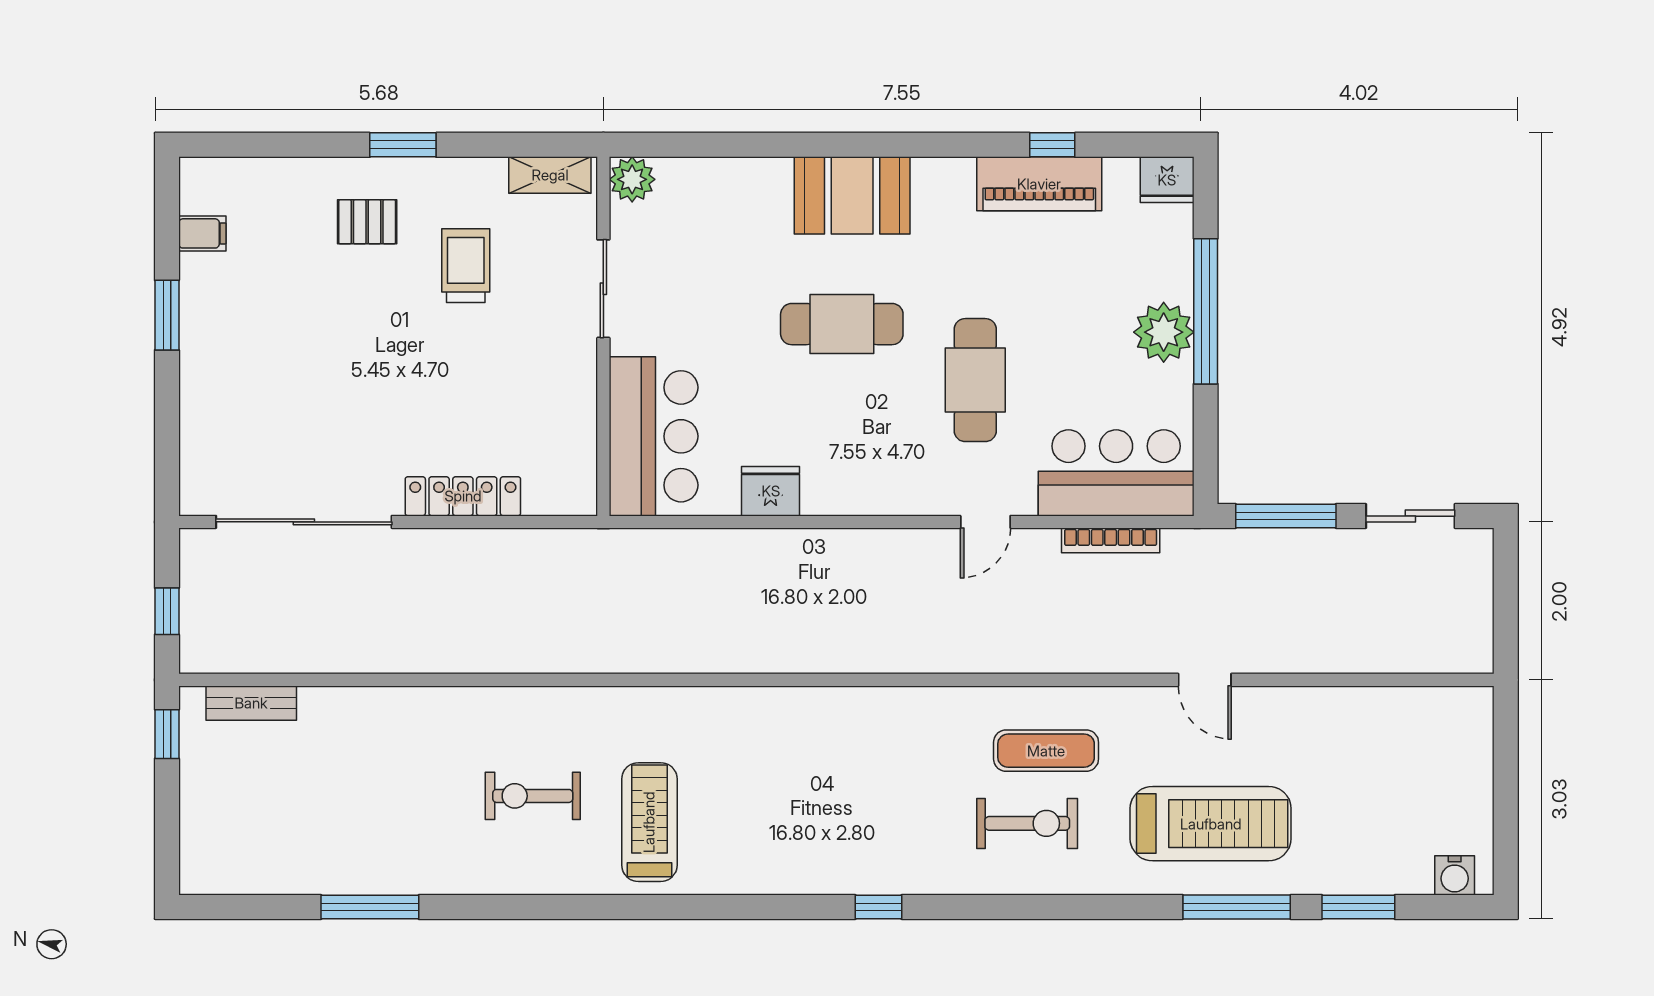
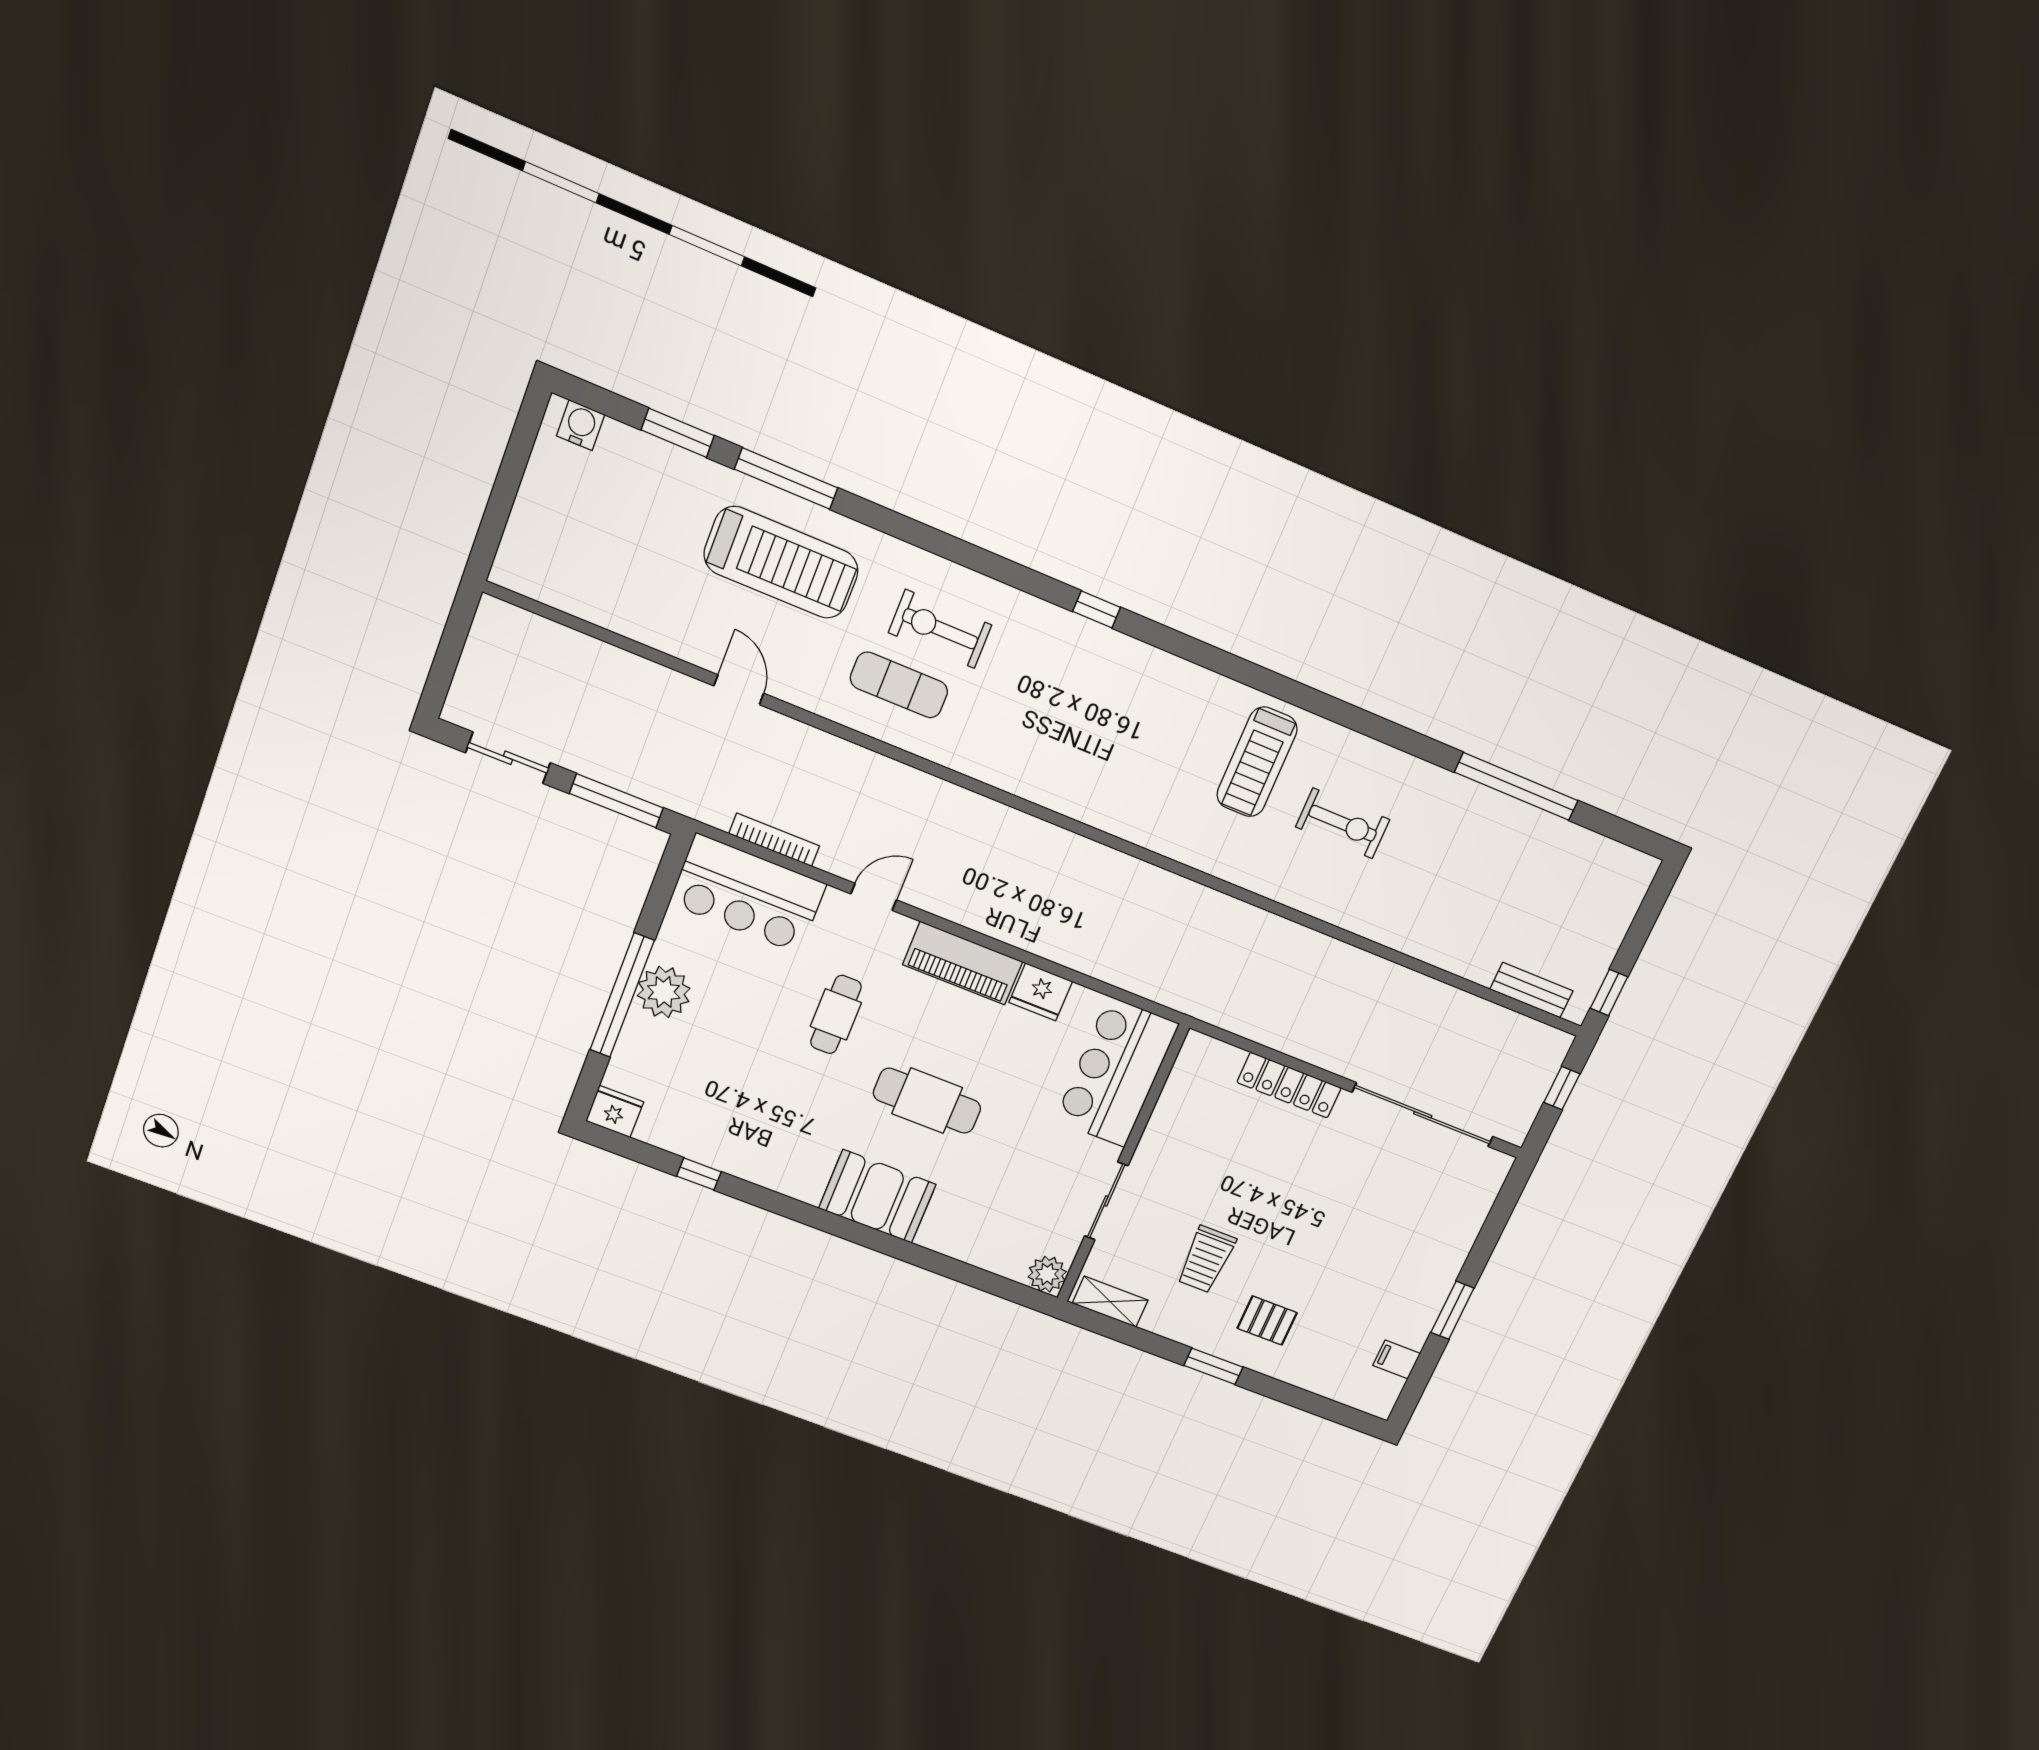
piano: (1039, 184) -> (963, 963), moved, turned 180
cafe table: (975, 380) -> (836, 1014), width x0.73, depth x0.74
treadmill: (1211, 824) -> (781, 562), turned 180
window: (370, 907) -> (1516, 786), width x1.46

